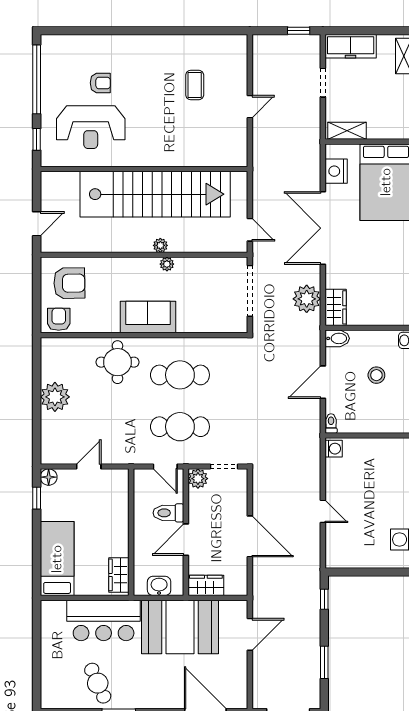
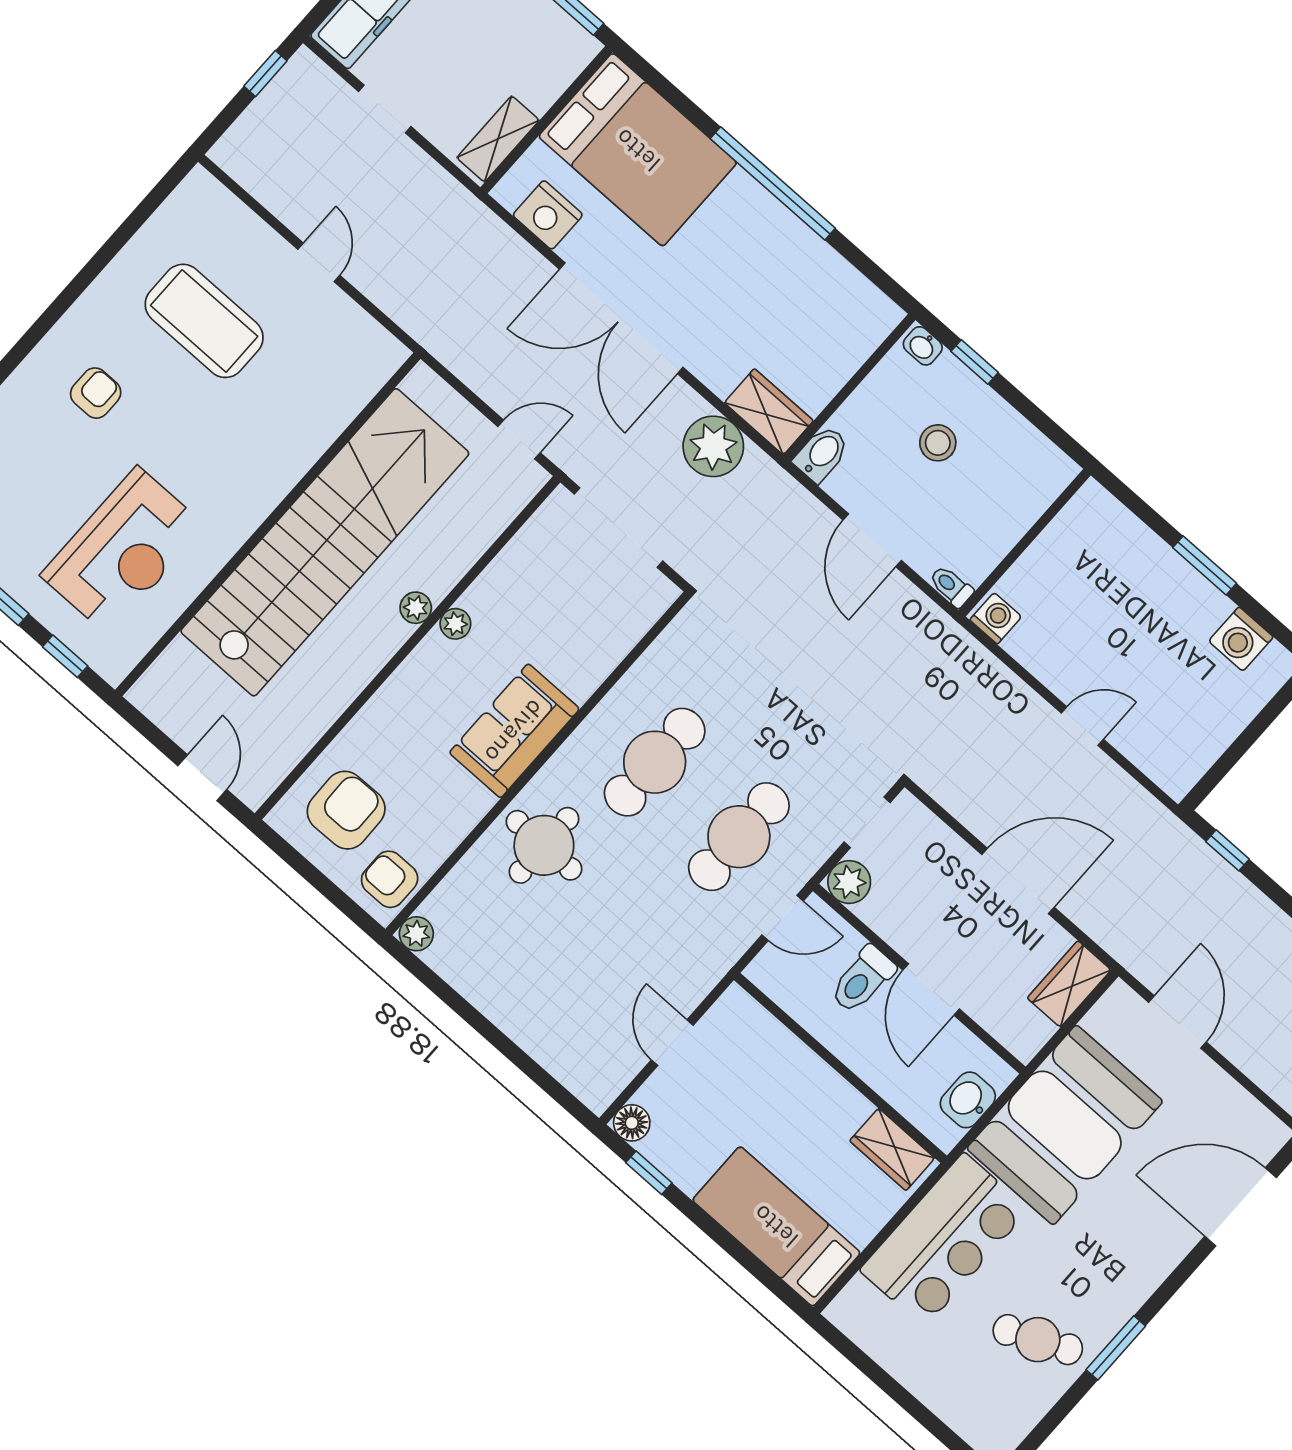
armchair: (100, 83) -> (96, 393), moved
coffee table: (195, 85) -> (204, 321), width x1.86, depth x1.72
plant: (55, 397) -> (416, 934), moved, width x0.53, depth x0.53
wardrobe: (206, 585) -> (1069, 984), moved

